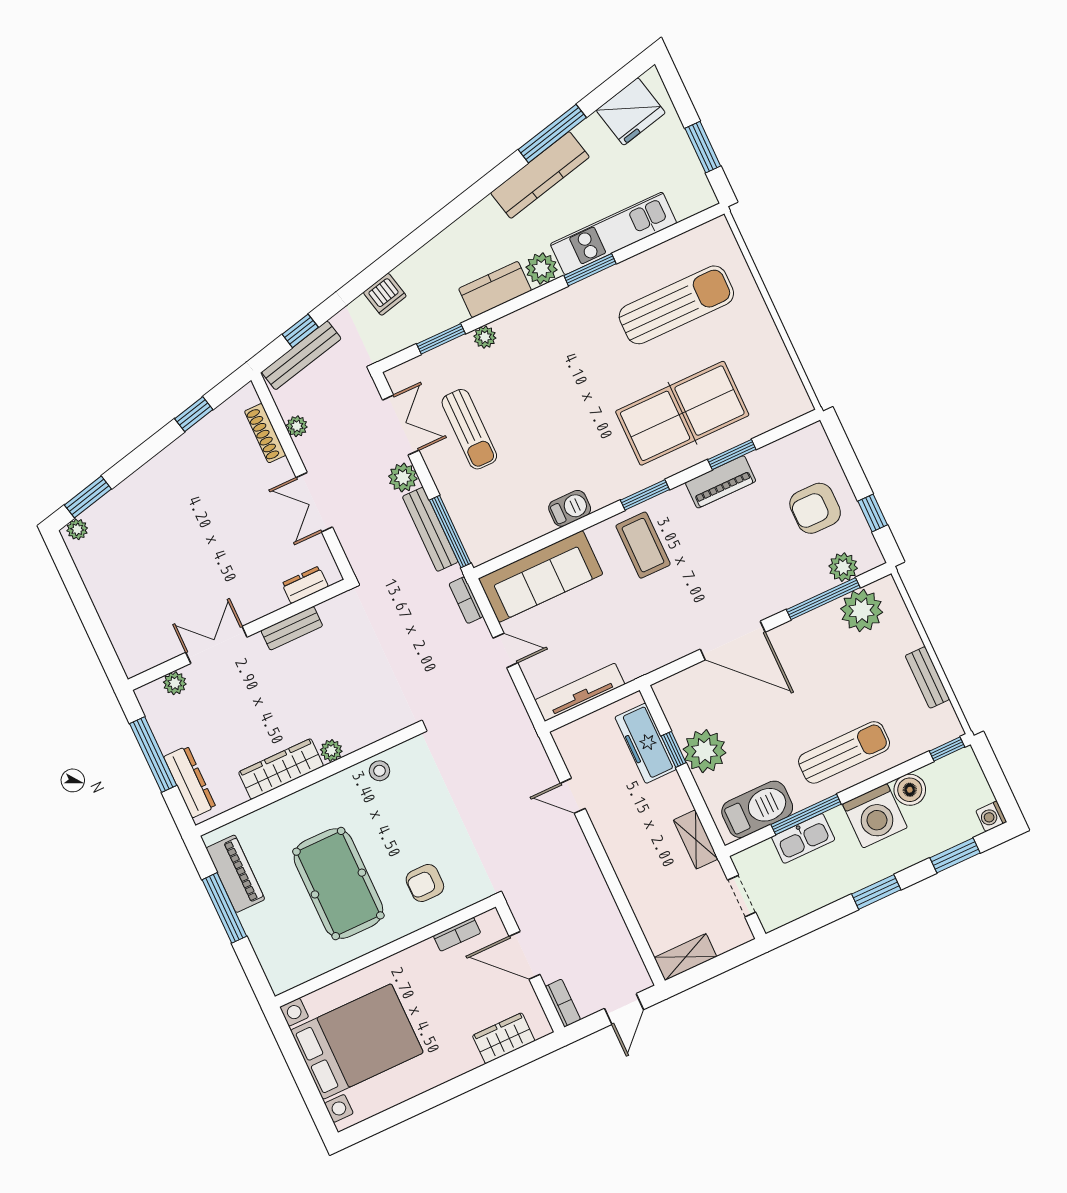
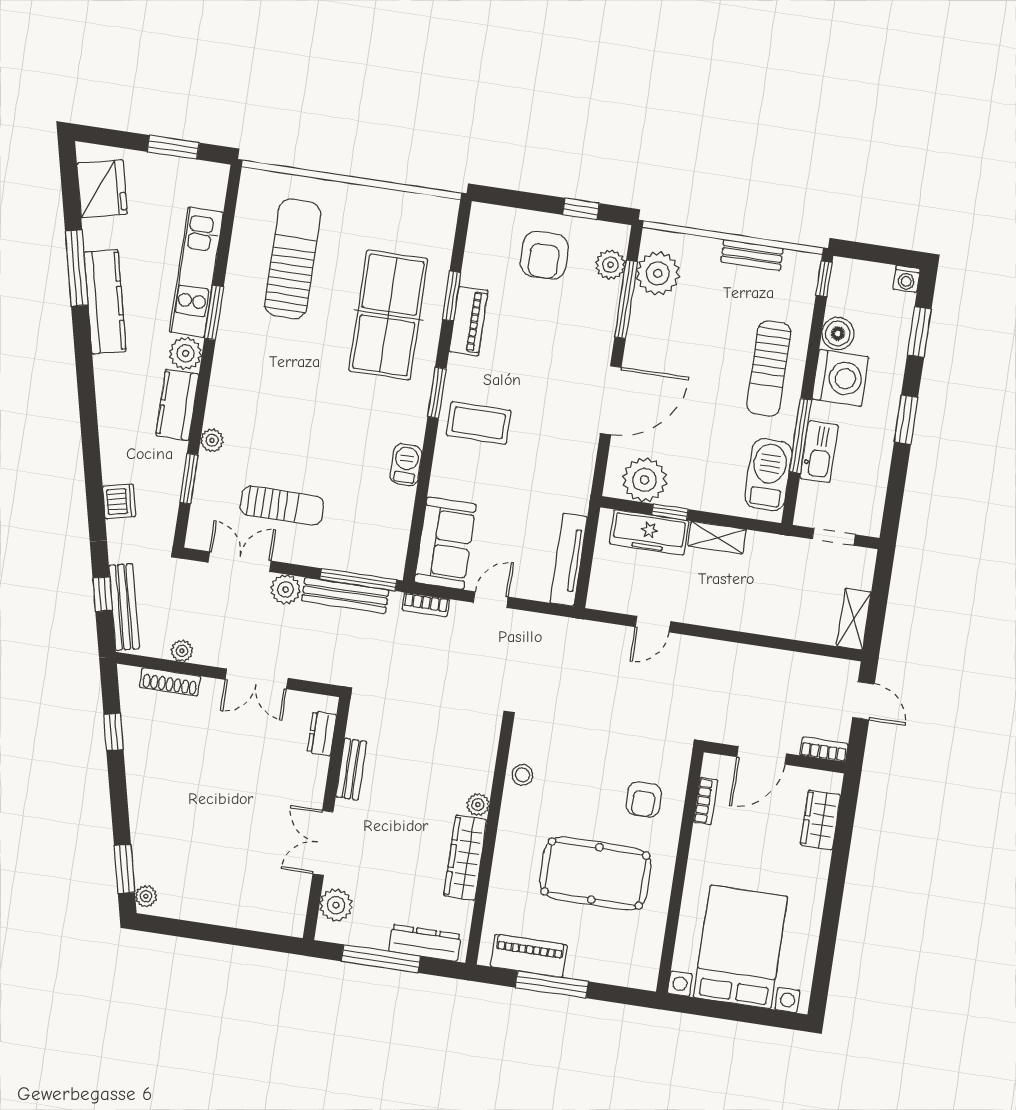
sofa: (541, 576) -> (445, 543), width x0.73
plant: (175, 683) -> (336, 905), width x1.38, depth x1.38
plant: (704, 751) -> (645, 480), moved
sun lounger: (844, 752) -> (769, 368), turned 180
shelving: (696, 839) -> (717, 538), moved

